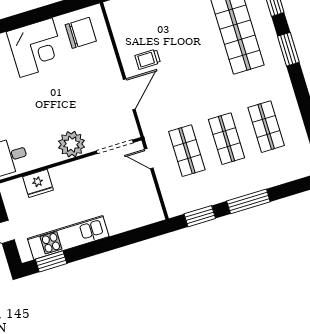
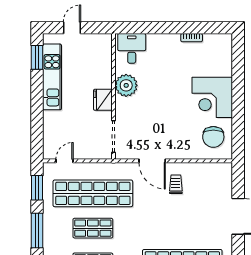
plant: (72, 144) -> (126, 85), moved
shop shelf: (187, 151) -> (93, 193), width x2.00, depth x1.36
door: (149, 159) -> (65, 161), moved
fridge: (38, 183) -> (103, 100), moved

